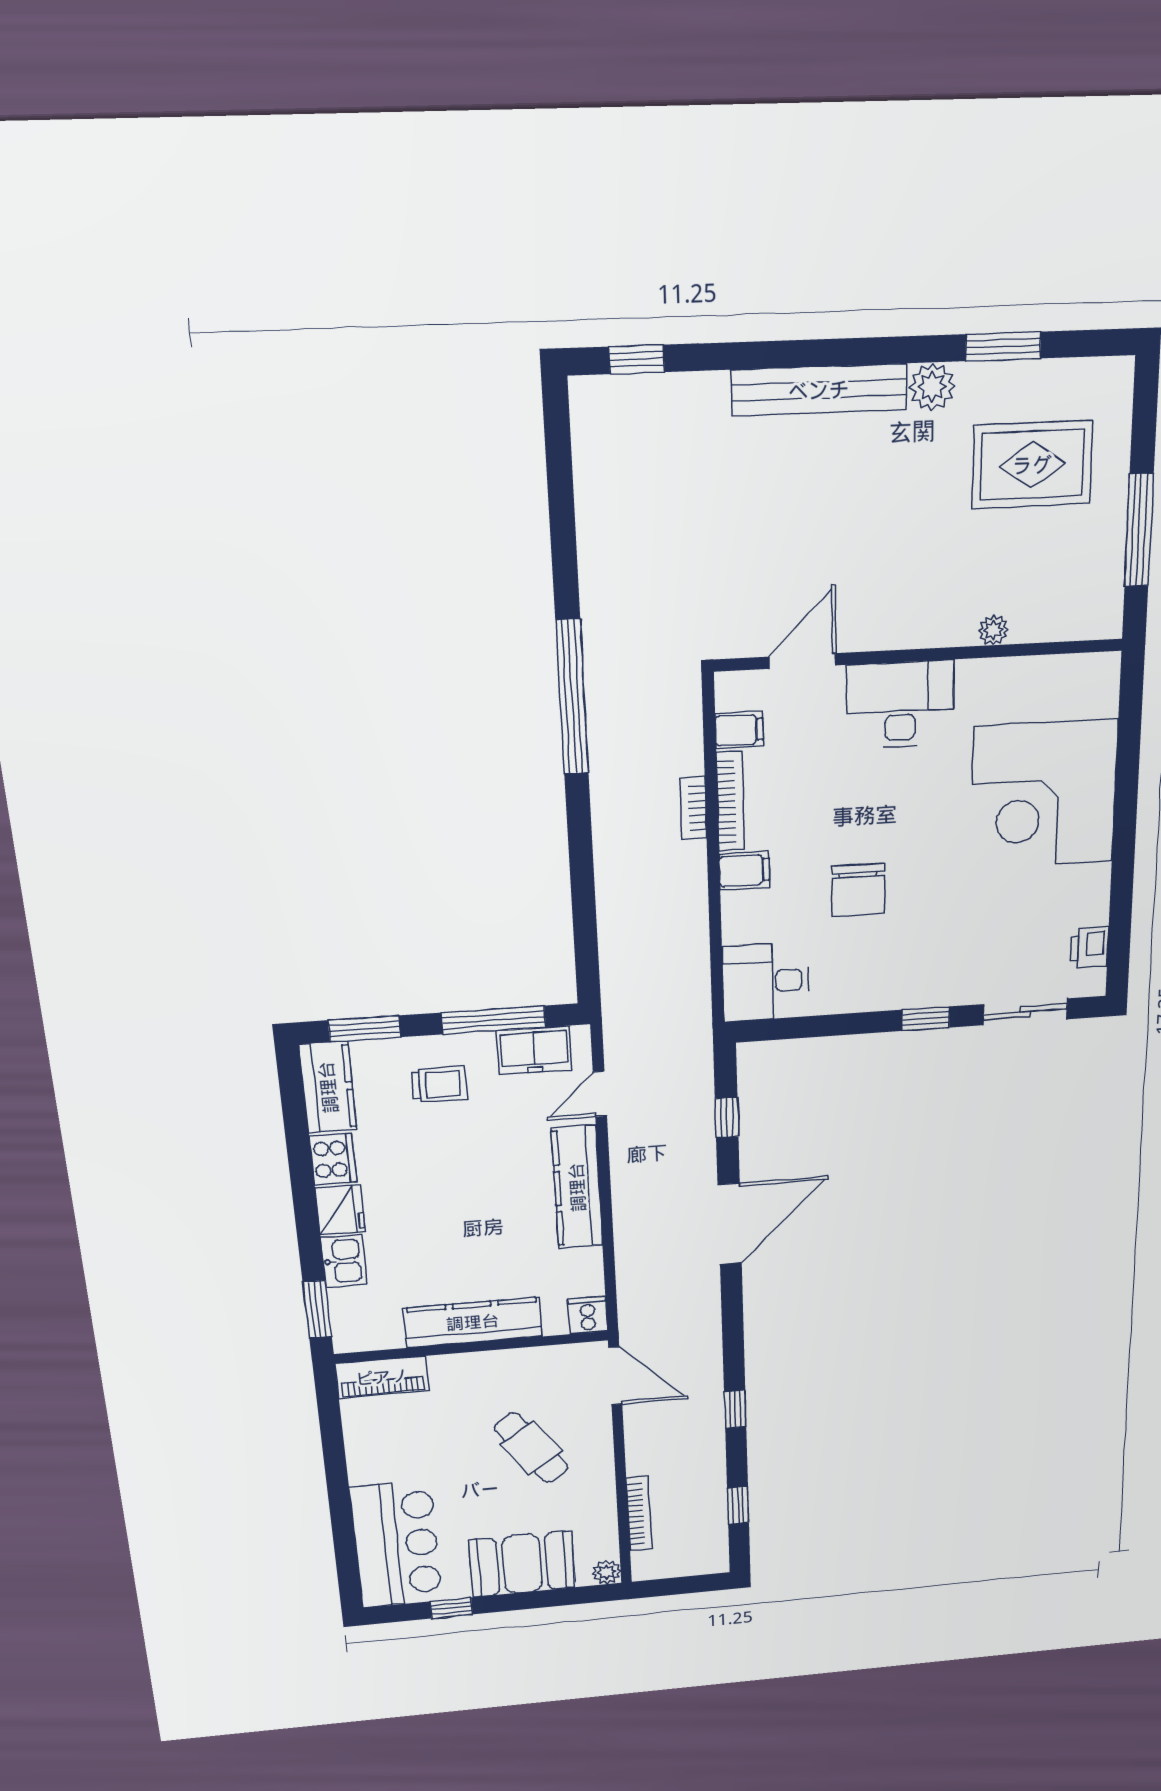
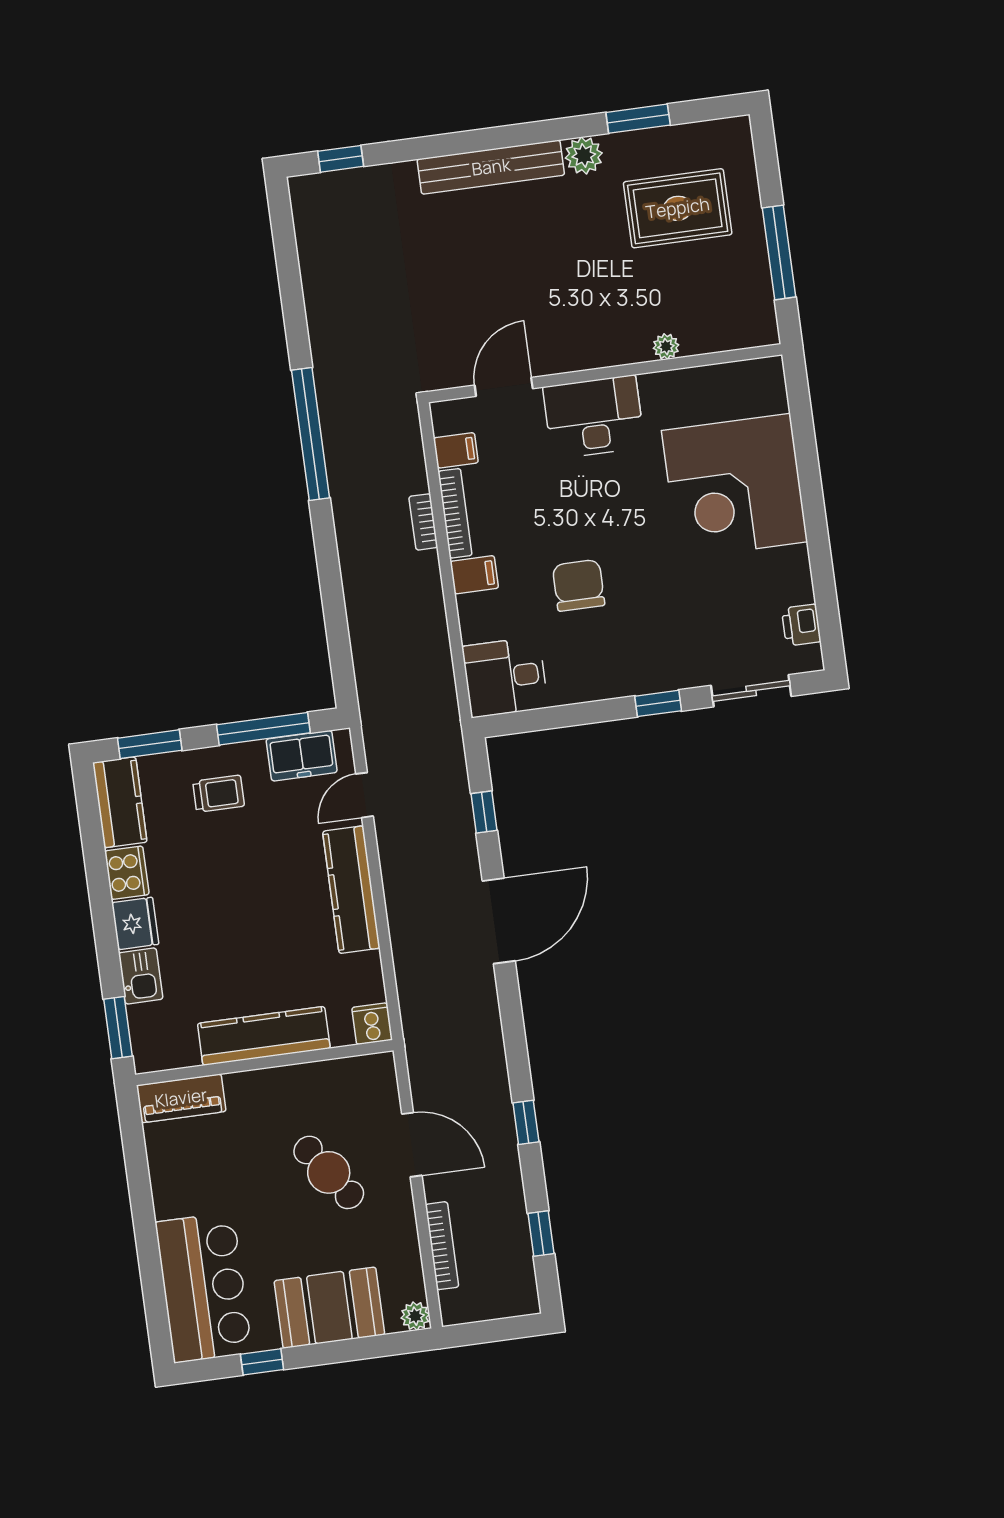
chair: (858, 890) -> (579, 585), turned 180
door: (615, 1376) -> (412, 1145), moved

